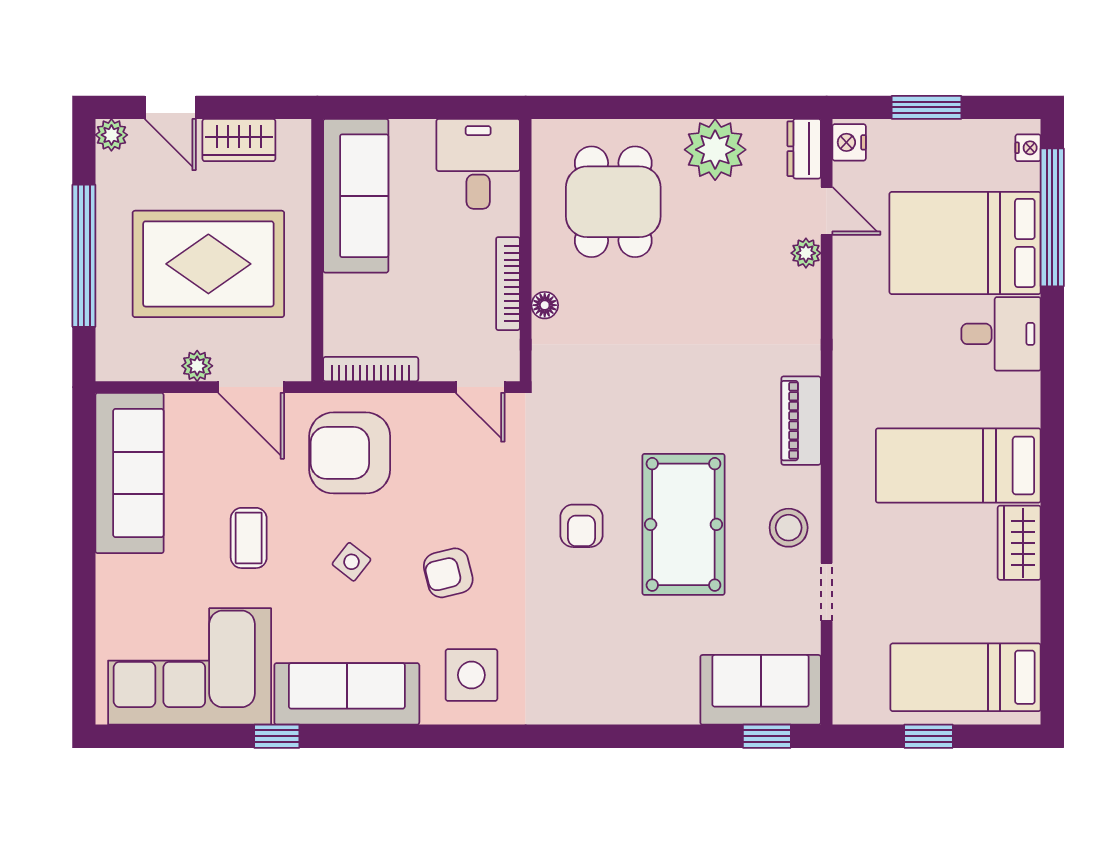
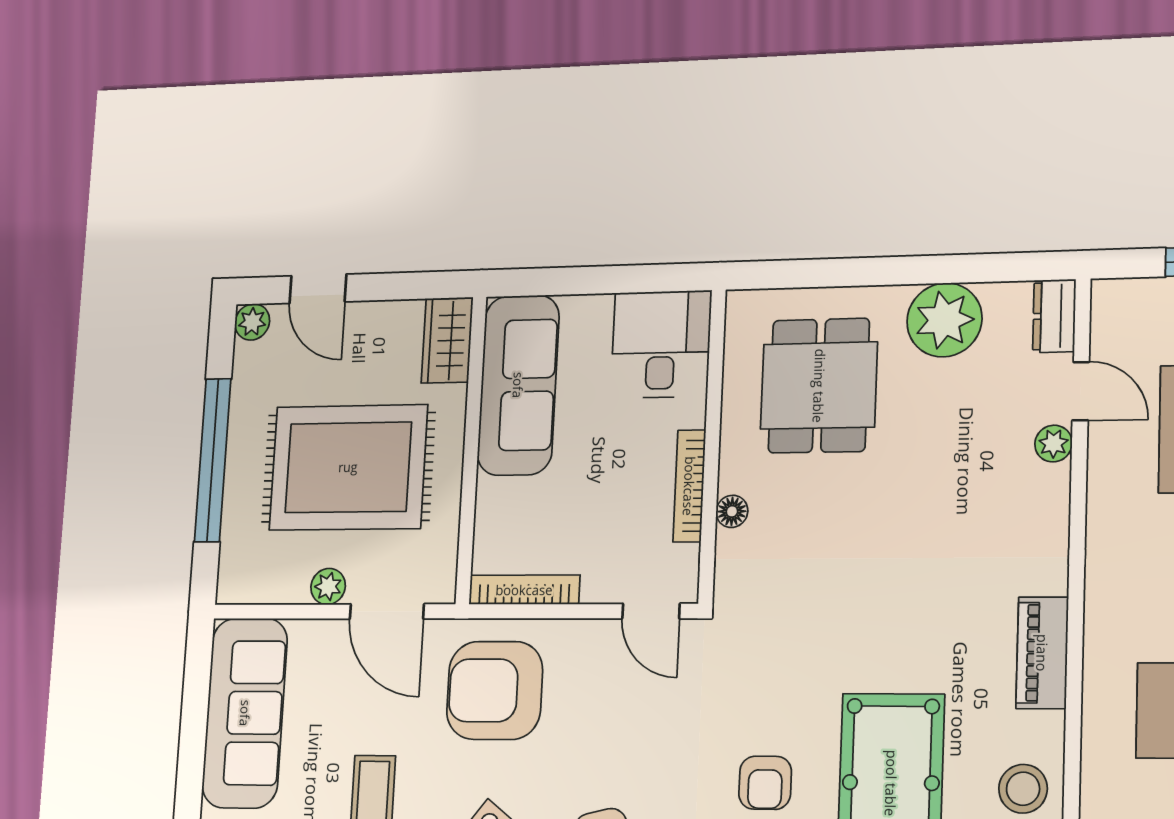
wardrobe: (239, 140) -> (447, 341), moved, turned 90
nightstand: (849, 142) -> (1111, 307), removed

